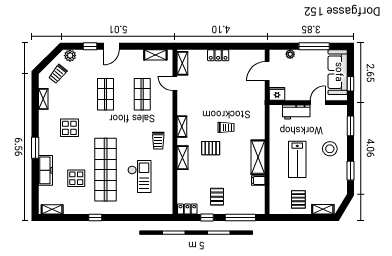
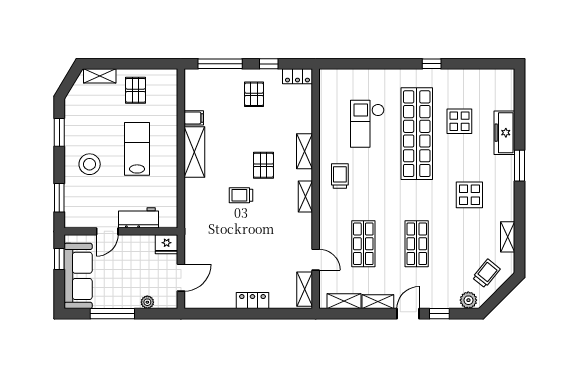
pallet: (211, 148) -> (263, 165), turned 90
shelving: (52, 209) -> (378, 302), moved

